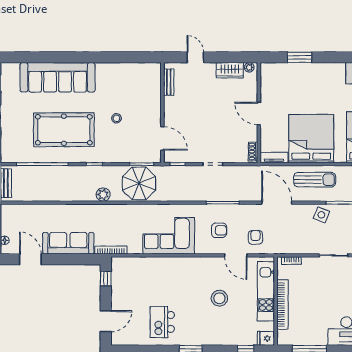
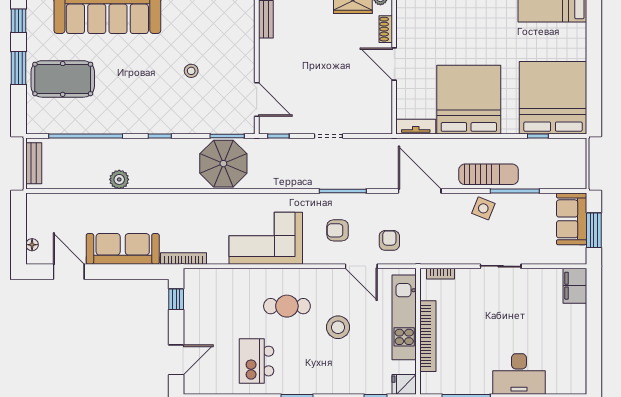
pool table: (64, 130) -> (63, 79), moved, width x0.73, depth x0.76
shoe rack: (253, 152) -> (386, 29), moved
sun lounger: (315, 180) -> (489, 174), moved
plant: (103, 195) -> (119, 179), moved
armchair: (219, 230) -> (338, 230), turned 180
cafe table: (184, 283) -> (287, 306), added

